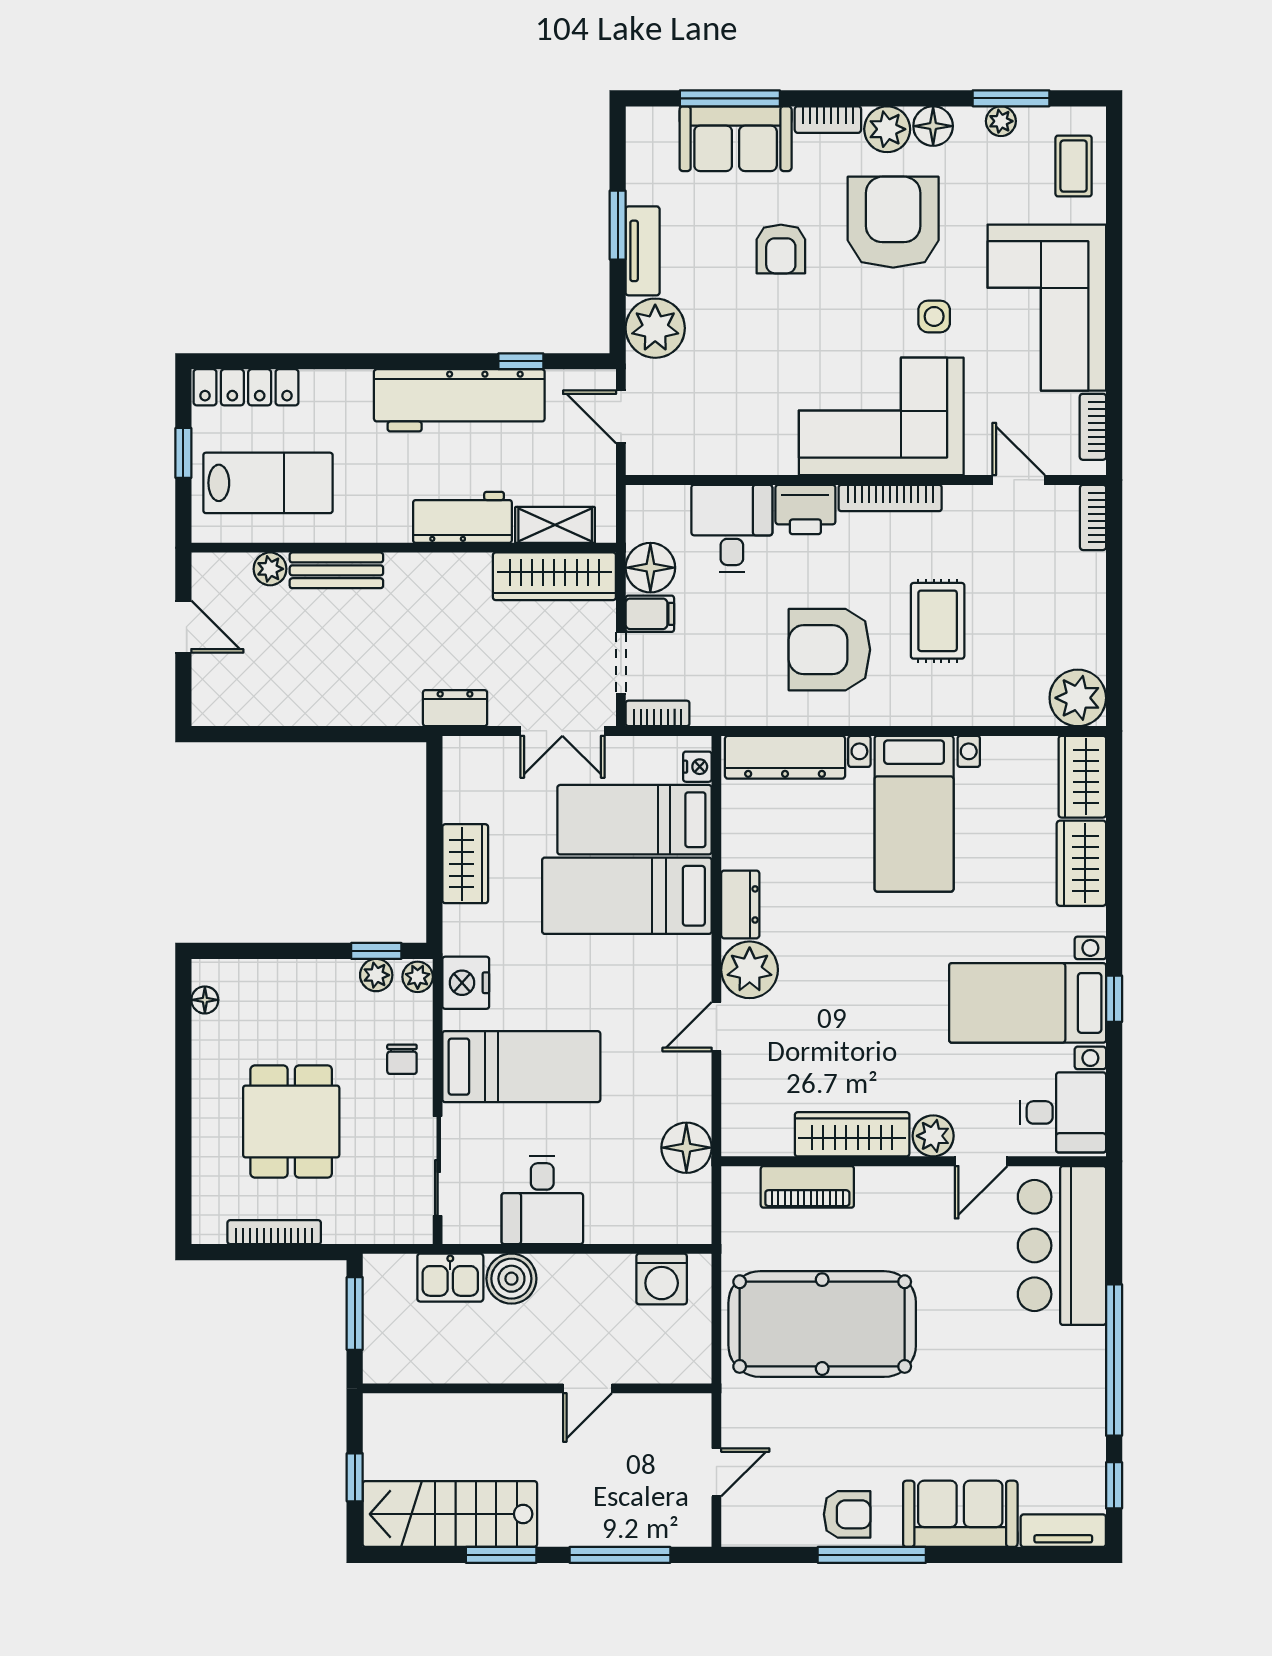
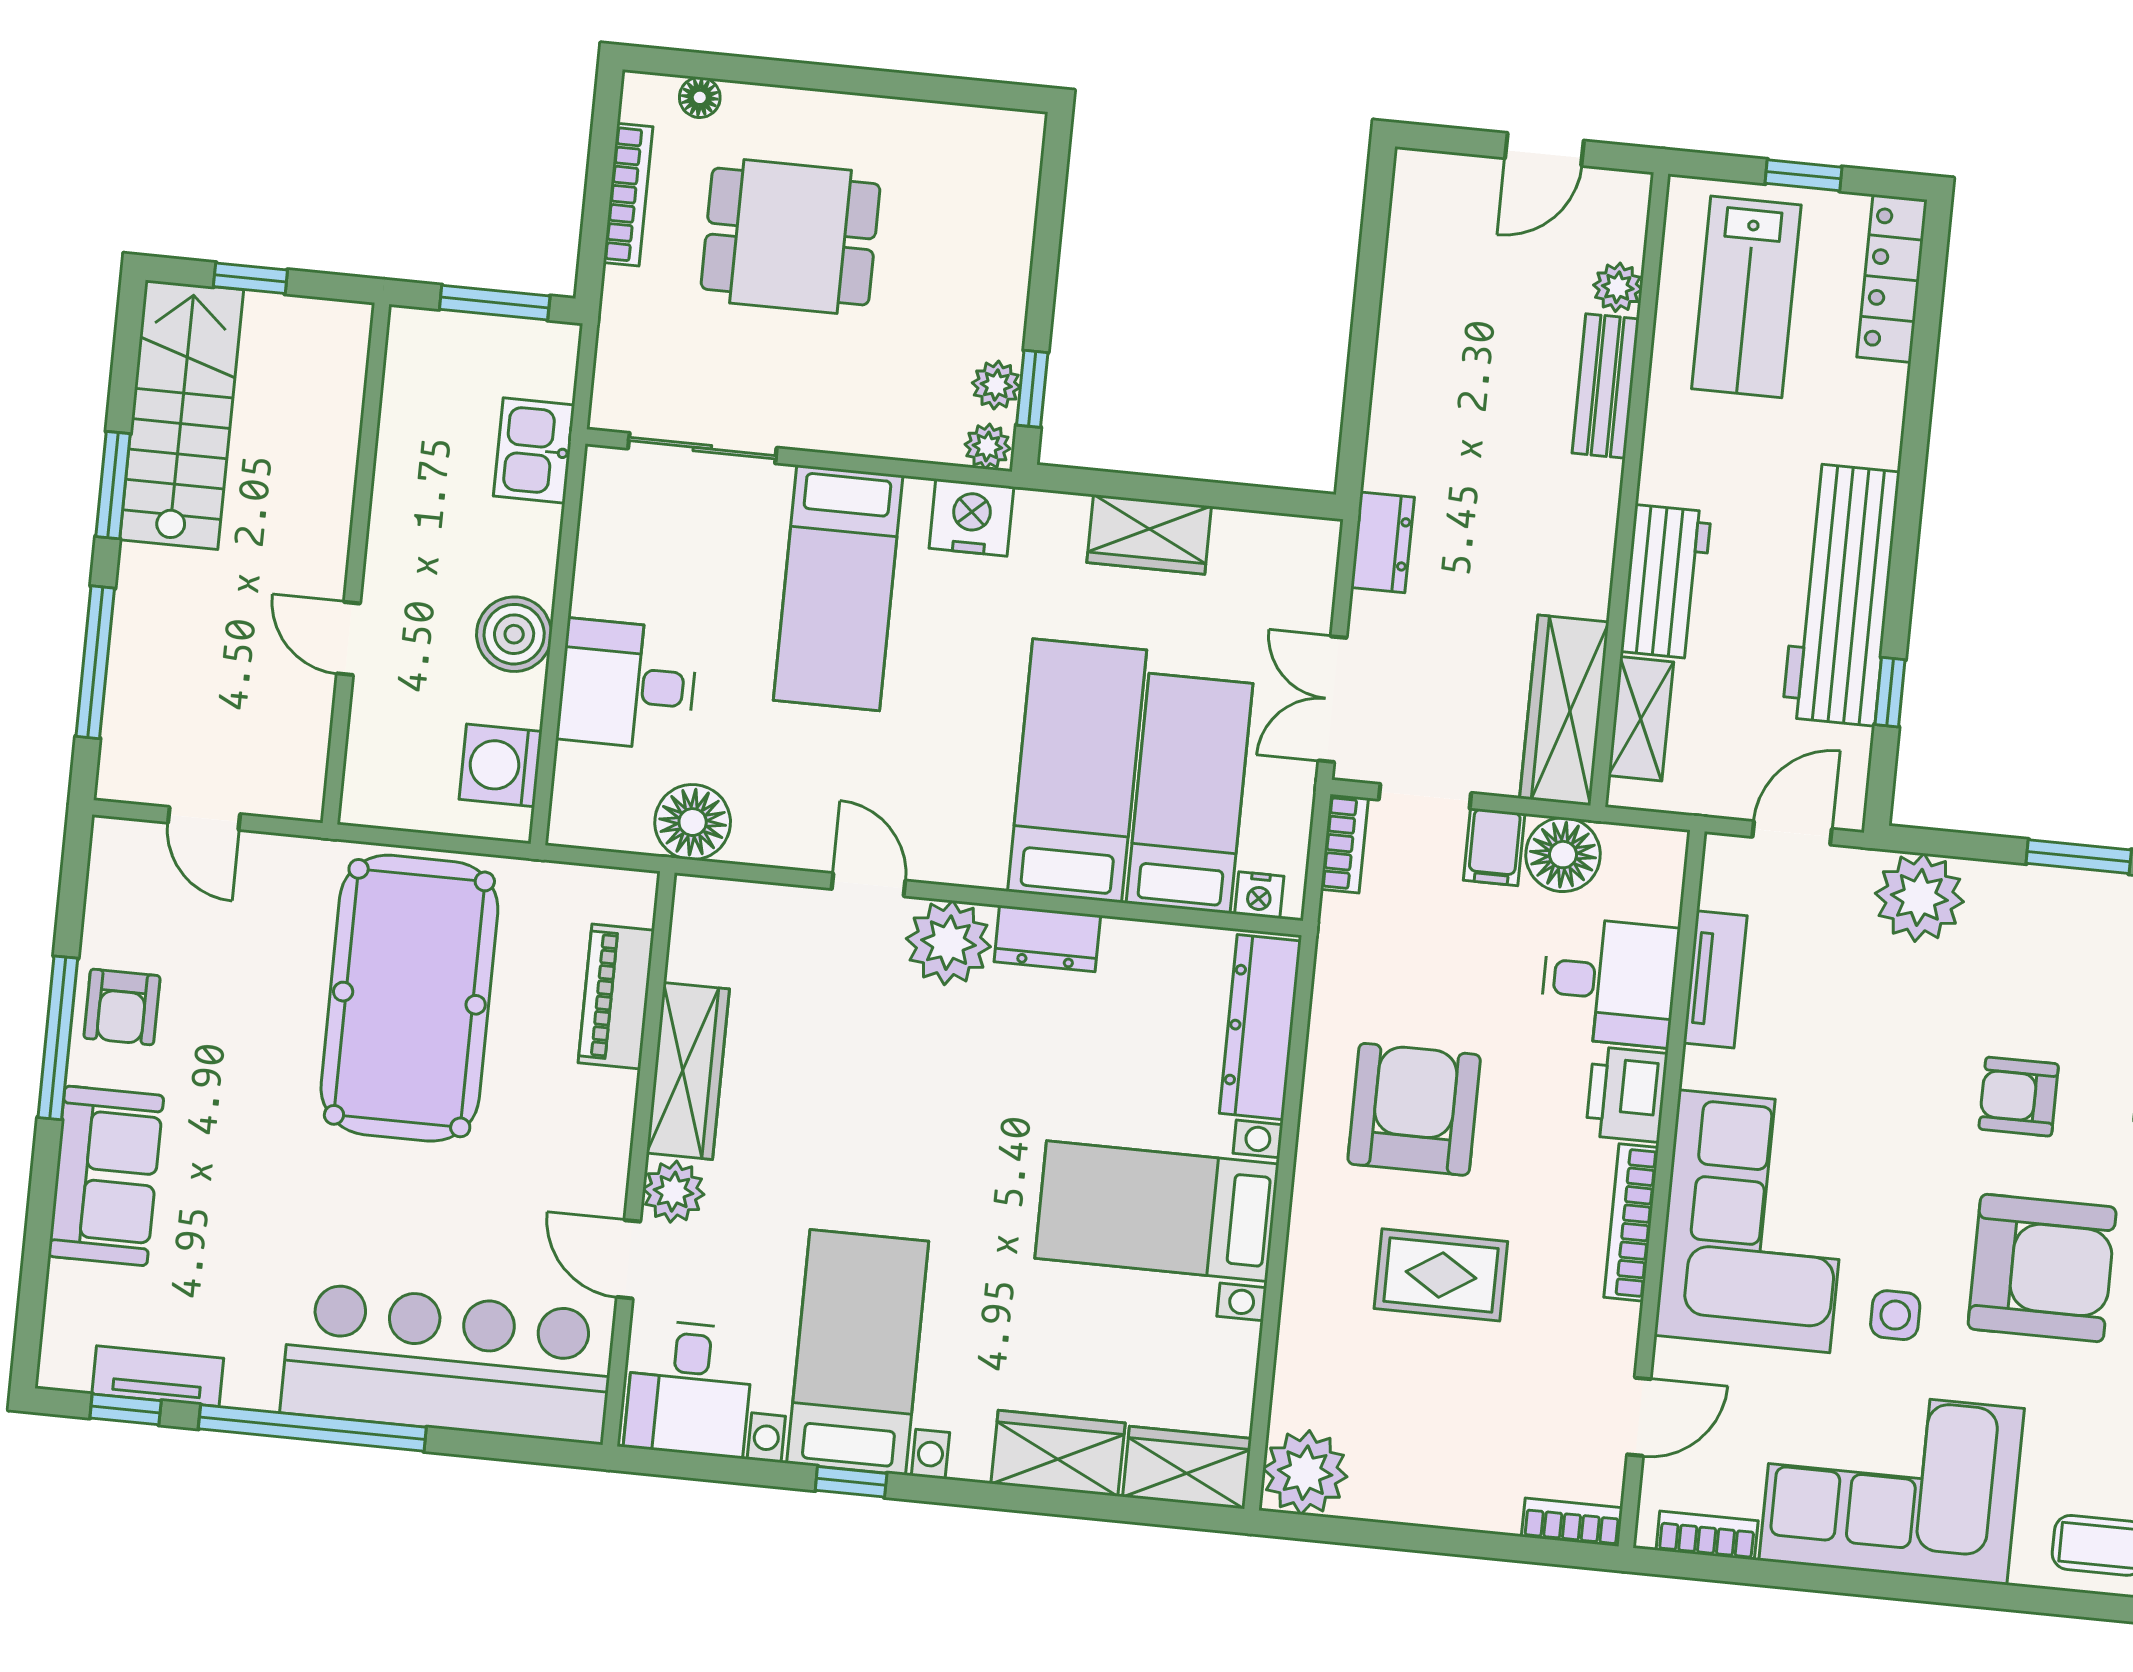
tv unit: (643, 251) -> (1715, 979), moved, turned -90
floor lamp: (205, 1000) -> (700, 97), moved
chair: (402, 1059) -> (867, 411), removed
desk: (542, 1200) -> (627, 685), moved
bar counter: (1062, 1246) -> (448, 1363), width x1.36
boiler: (511, 1279) -> (514, 634), moved
tv unit: (1063, 1531) -> (158, 1376), moved, turned -90

